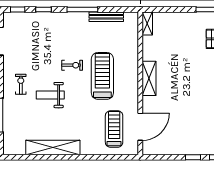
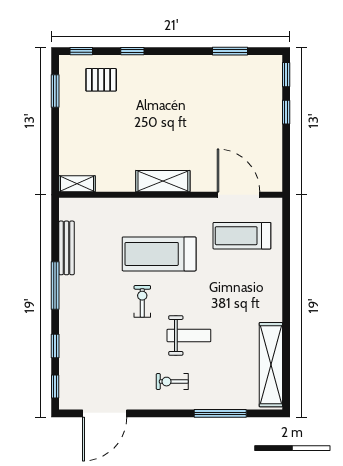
weight bench: (50, 95) -> (189, 335), turned -90
shelving: (53, 147) -> (271, 365), moved

